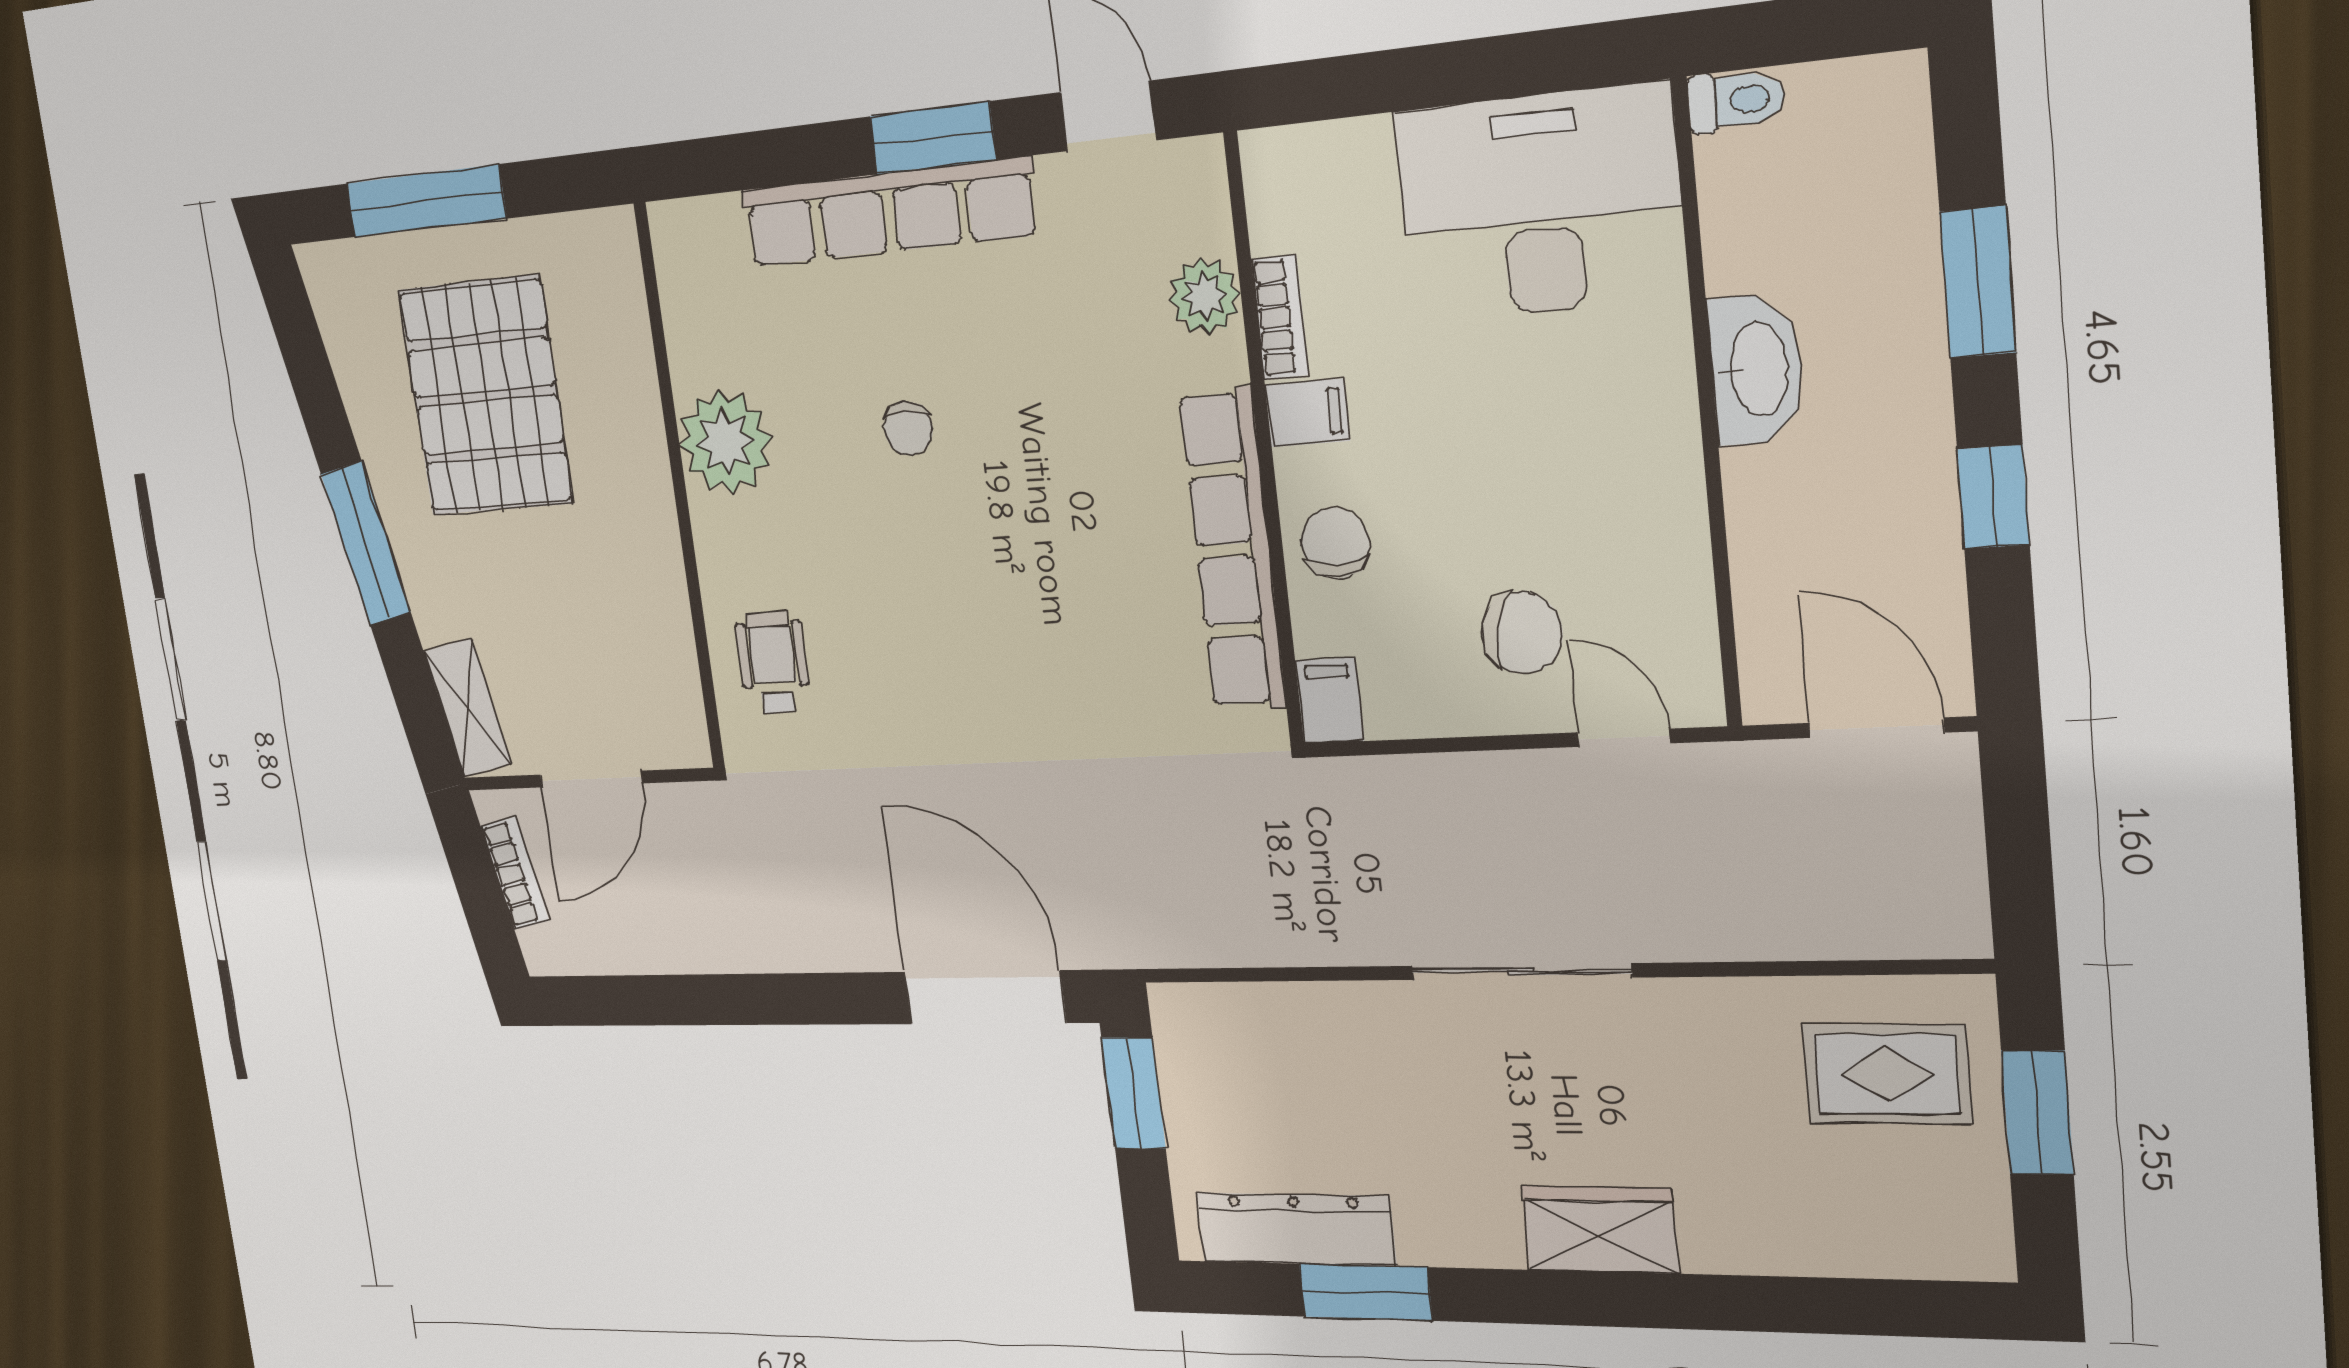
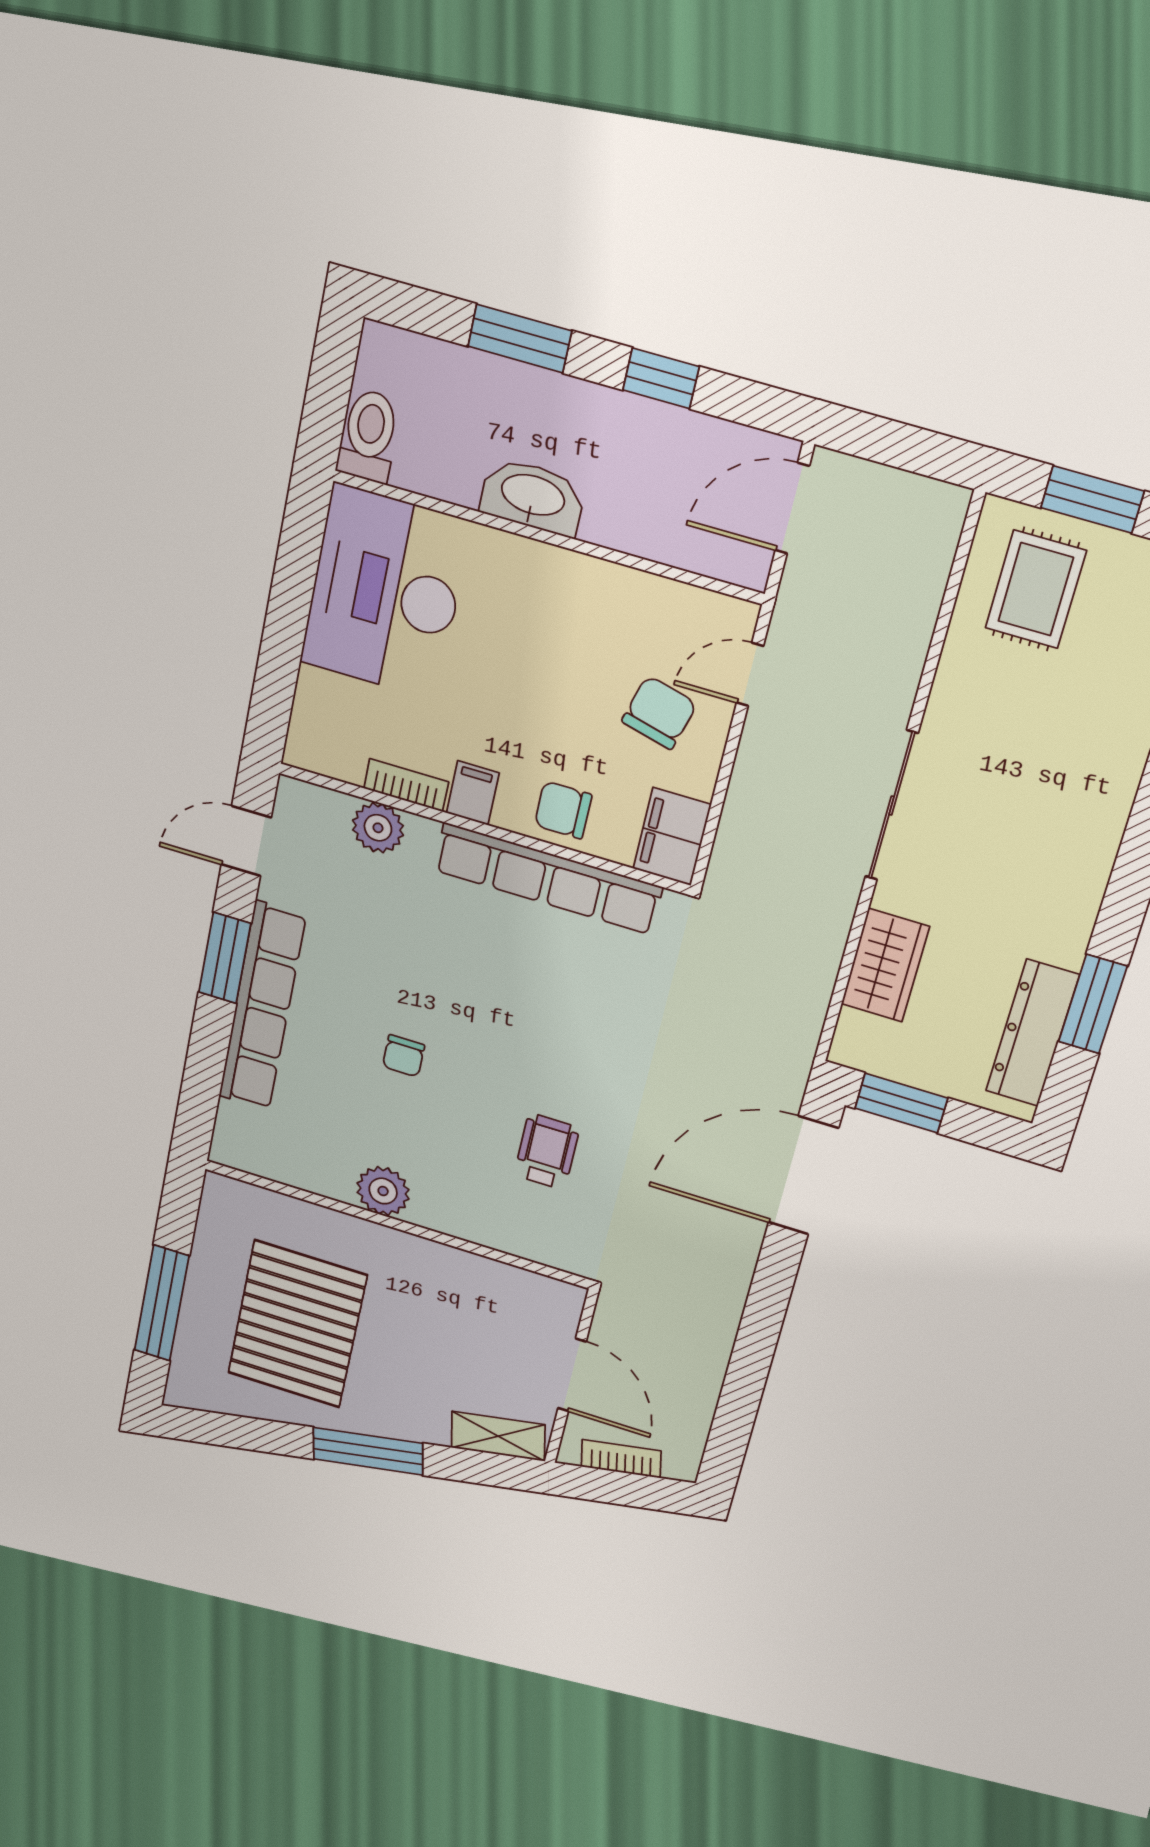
toilet: (1736, 100) -> (369, 436), width x1.37, depth x1.39
pallet: (486, 396) -> (297, 1324), turned 90
chair: (908, 429) -> (404, 1056), turned 90
plant: (726, 442) -> (383, 1191), width x0.73, depth x0.73
wheelchair: (773, 662) -> (547, 1151), moved, turned 90
filing cabinet: (1330, 701) -> (672, 837), width x2.00
wardrobe: (1600, 1230) -> (885, 965), moved, turned 180

